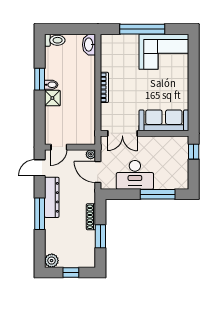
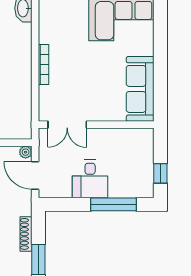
sofa: (164, 120) -> (140, 89), moved, turned -90
window: (194, 152) -> (160, 173), moved
desk: (135, 175) -> (90, 179), width x0.73

